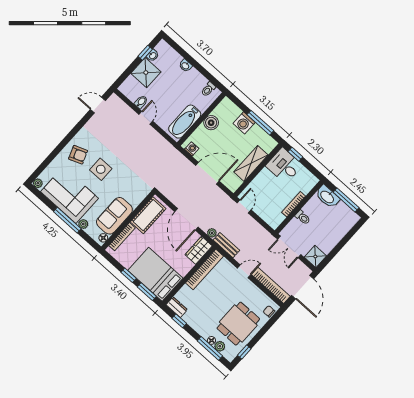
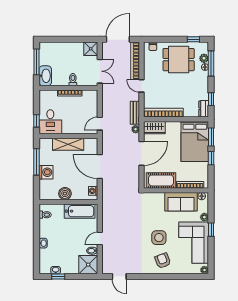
shower: (146, 73) -> (88, 265), moved
window: (67, 220) -> (211, 230), width x0.46

